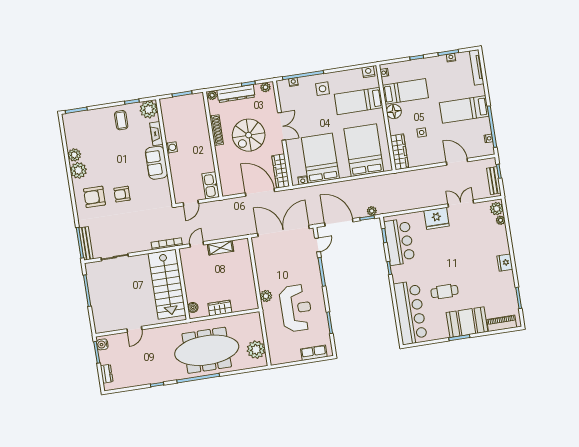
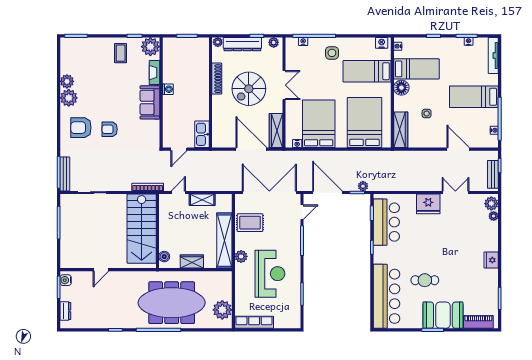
rug: (270, 262) -> (250, 223), added
shelving: (248, 283) -> (224, 241), added
row of seats: (314, 353) -> (254, 322), moved, width x1.48

